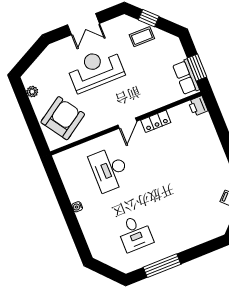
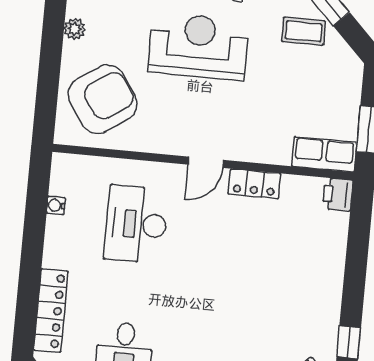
row of seats: (186, 77) -> (324, 154), moved, turned 90
water cooler: (77, 207) -> (56, 205), moved
locker: (90, 231) -> (51, 311), added

